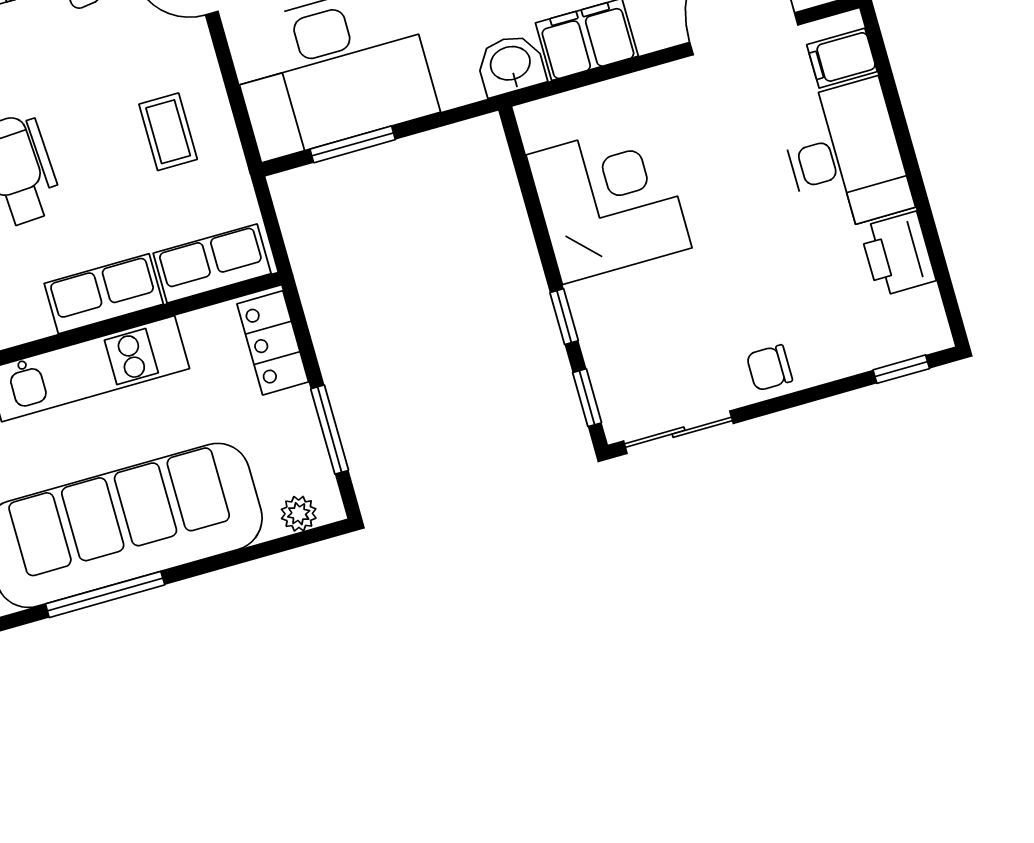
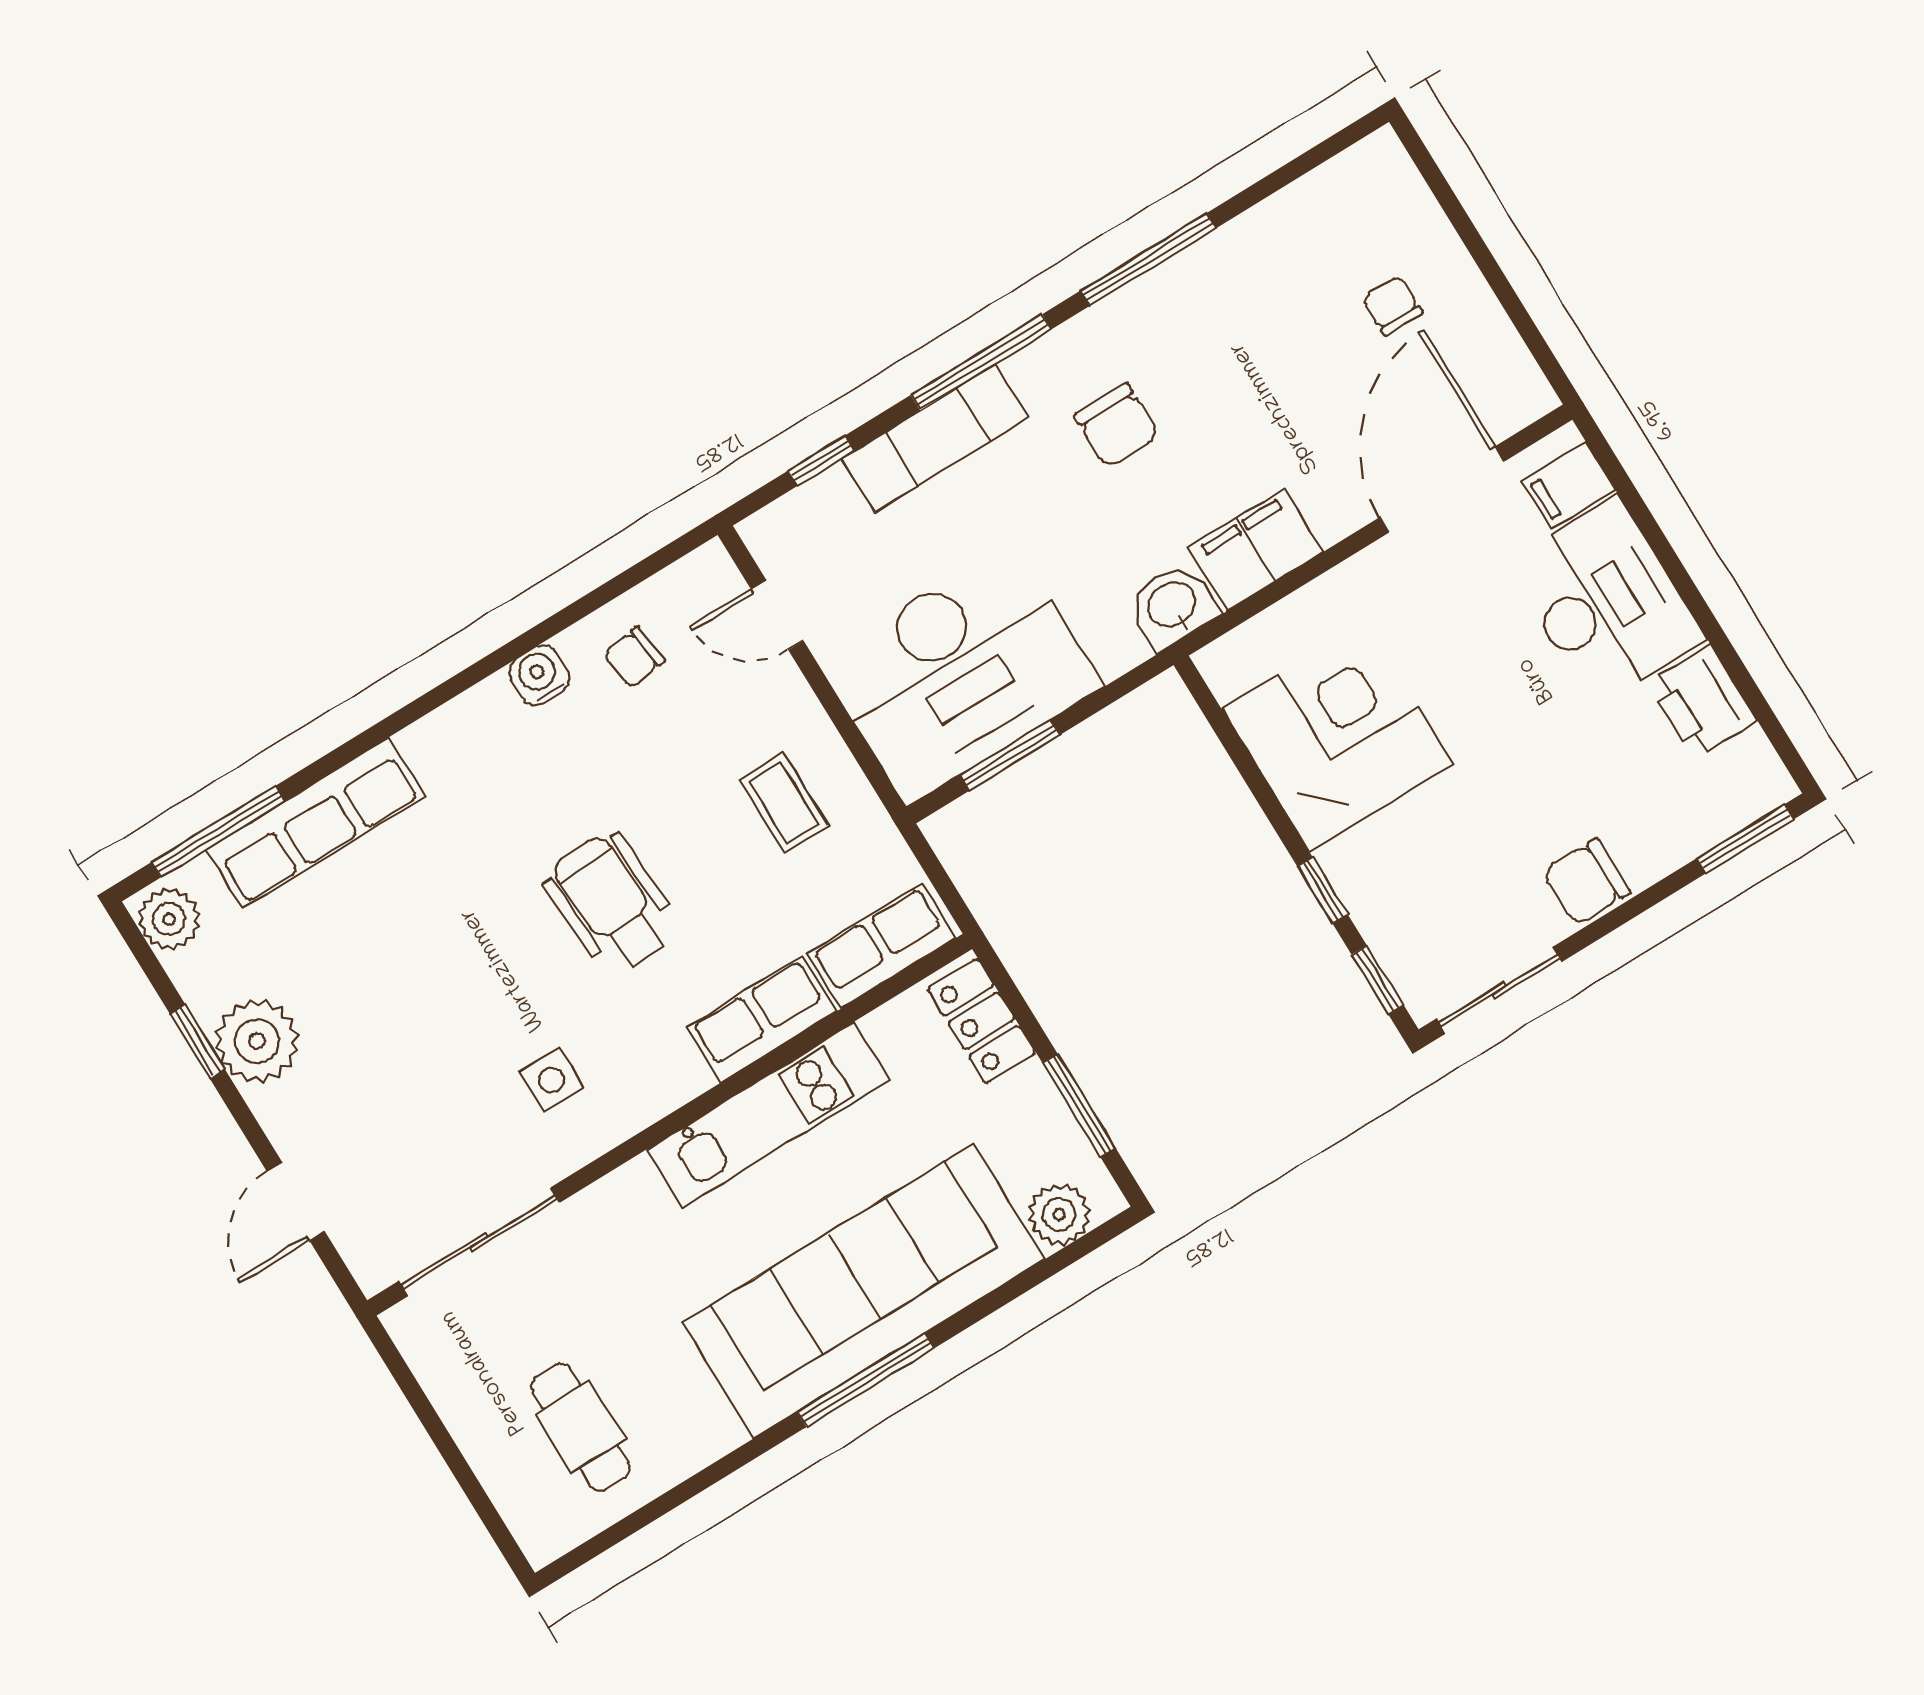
chair: (769, 368) -> (1586, 882), width x1.37, depth x1.37
window: (901, 369) -> (1745, 839), width x1.50
plant: (299, 514) -> (1059, 1214), width x1.38, depth x1.38

